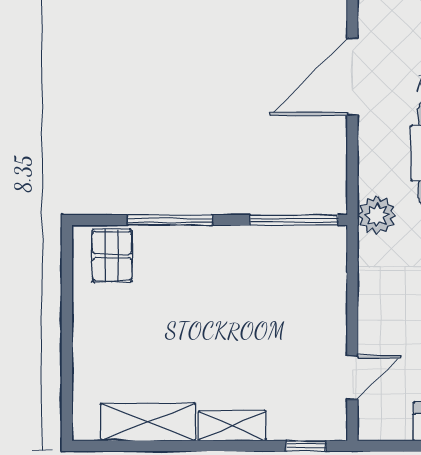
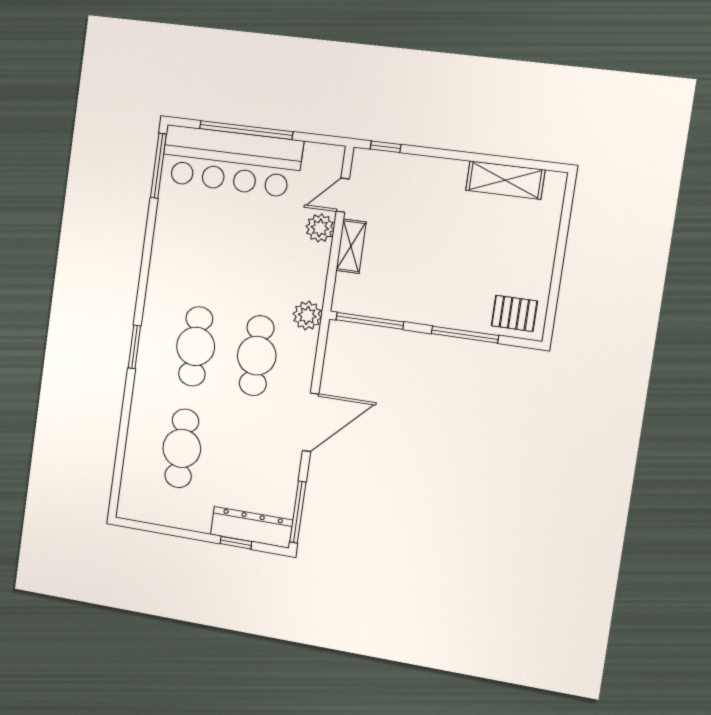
pallet: (112, 256) -> (514, 313), turned 90
plant: (376, 331) -> (320, 228), added
shelving: (232, 426) -> (351, 246), moved, turned 90

